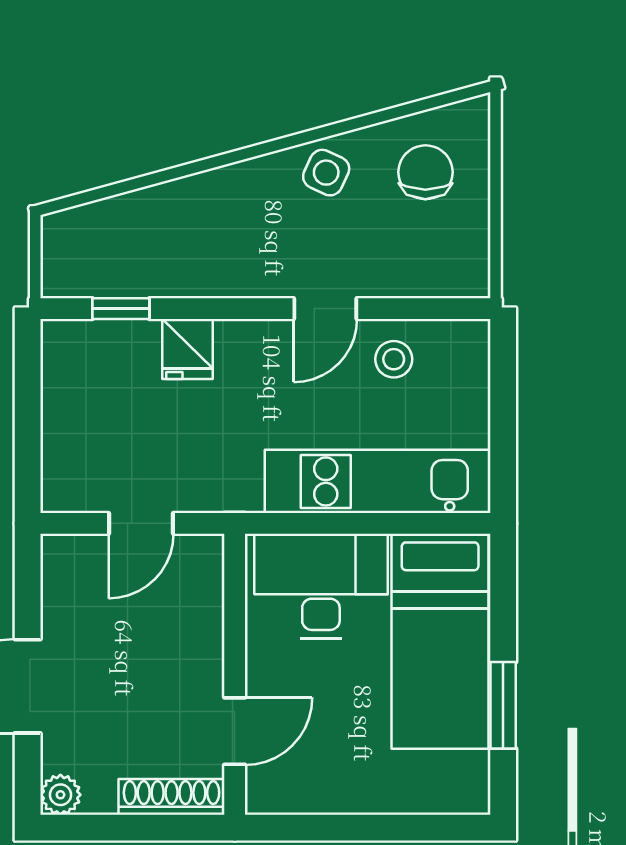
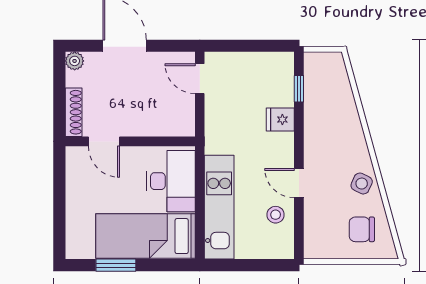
chair: (425, 172) -> (362, 229), turned 180
door: (141, 523) -> (200, 79), moved

